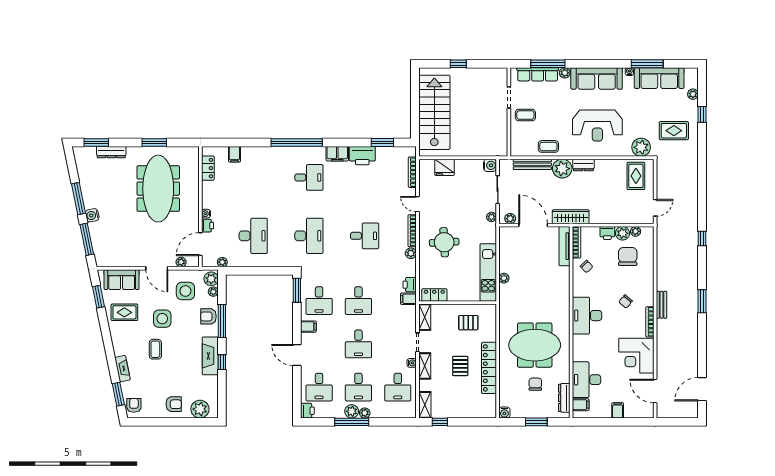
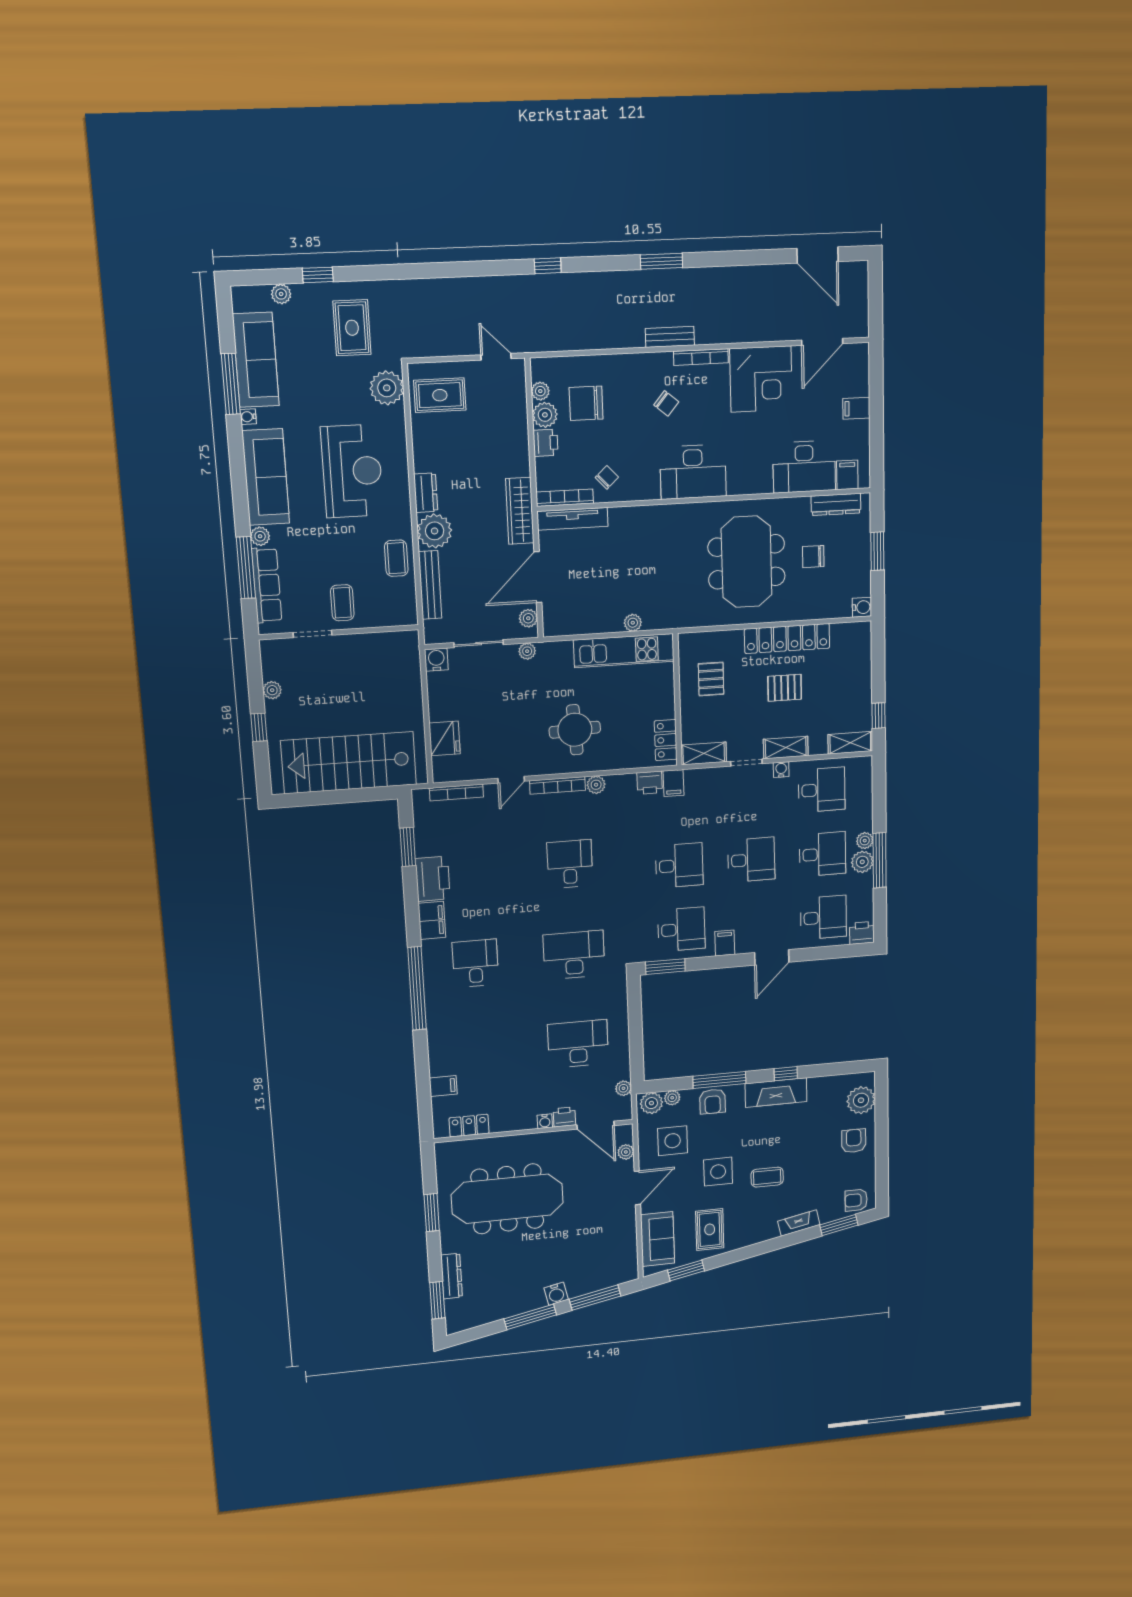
plant: (479, 73) -> (272, 690), added

